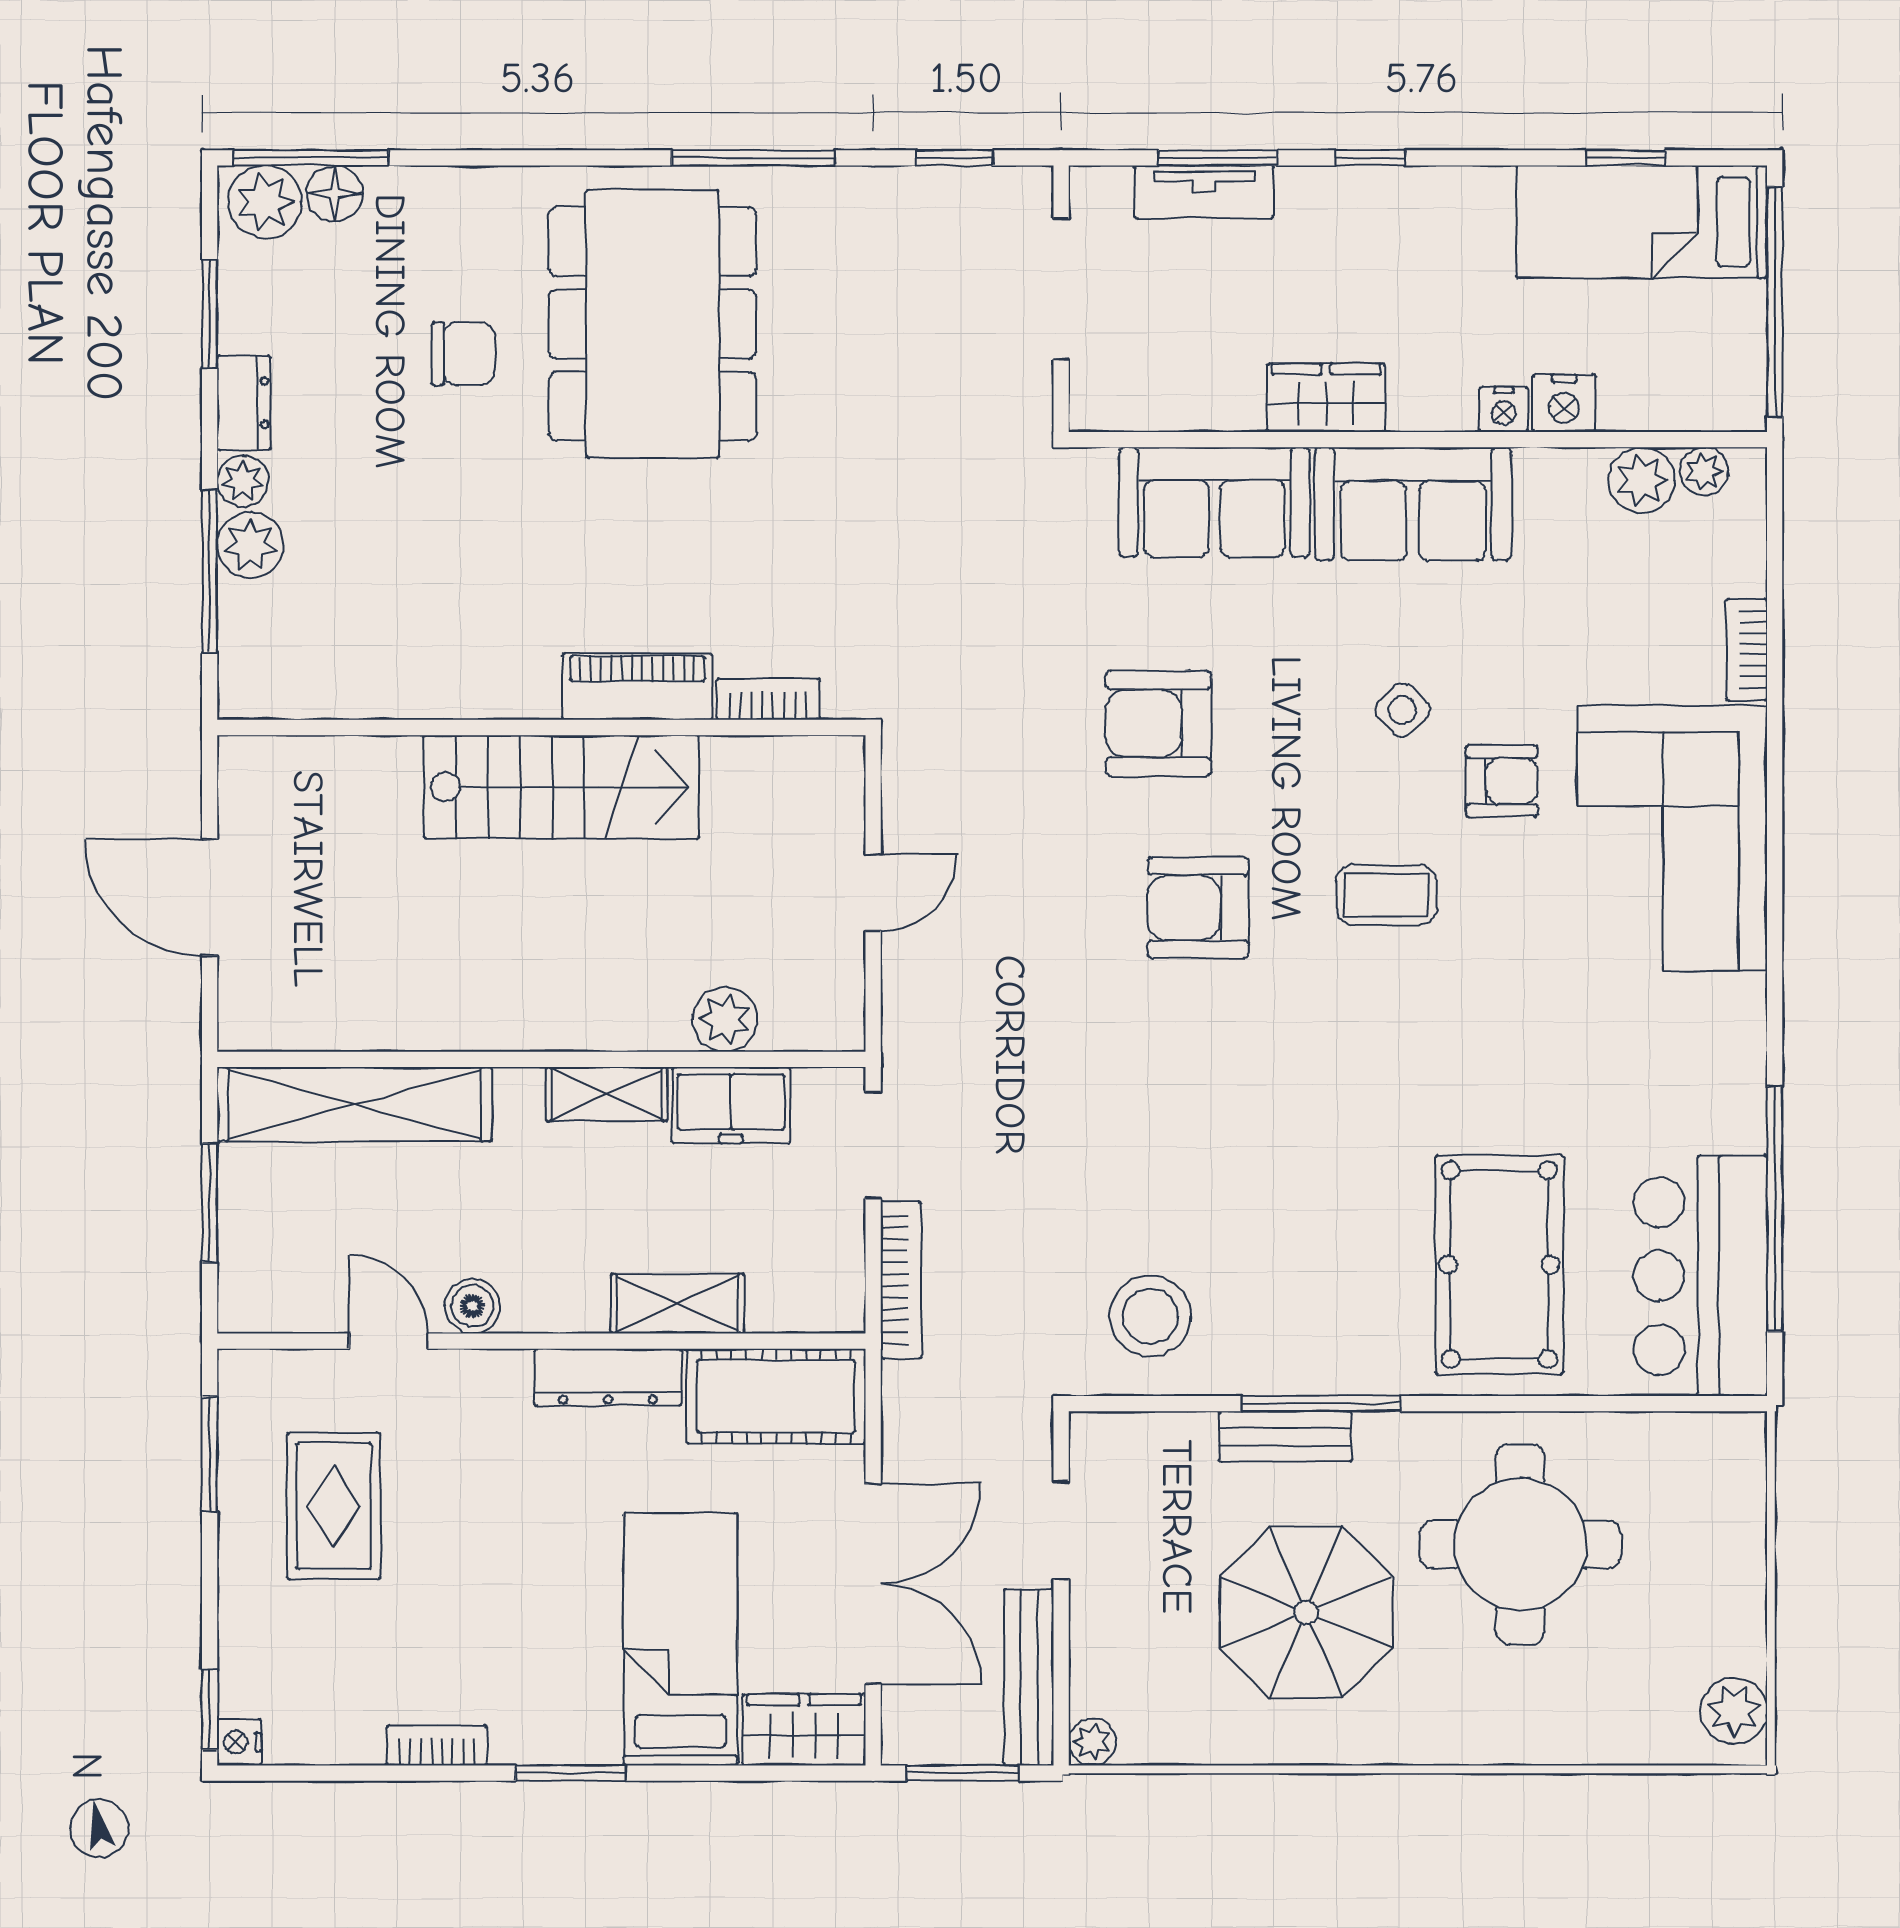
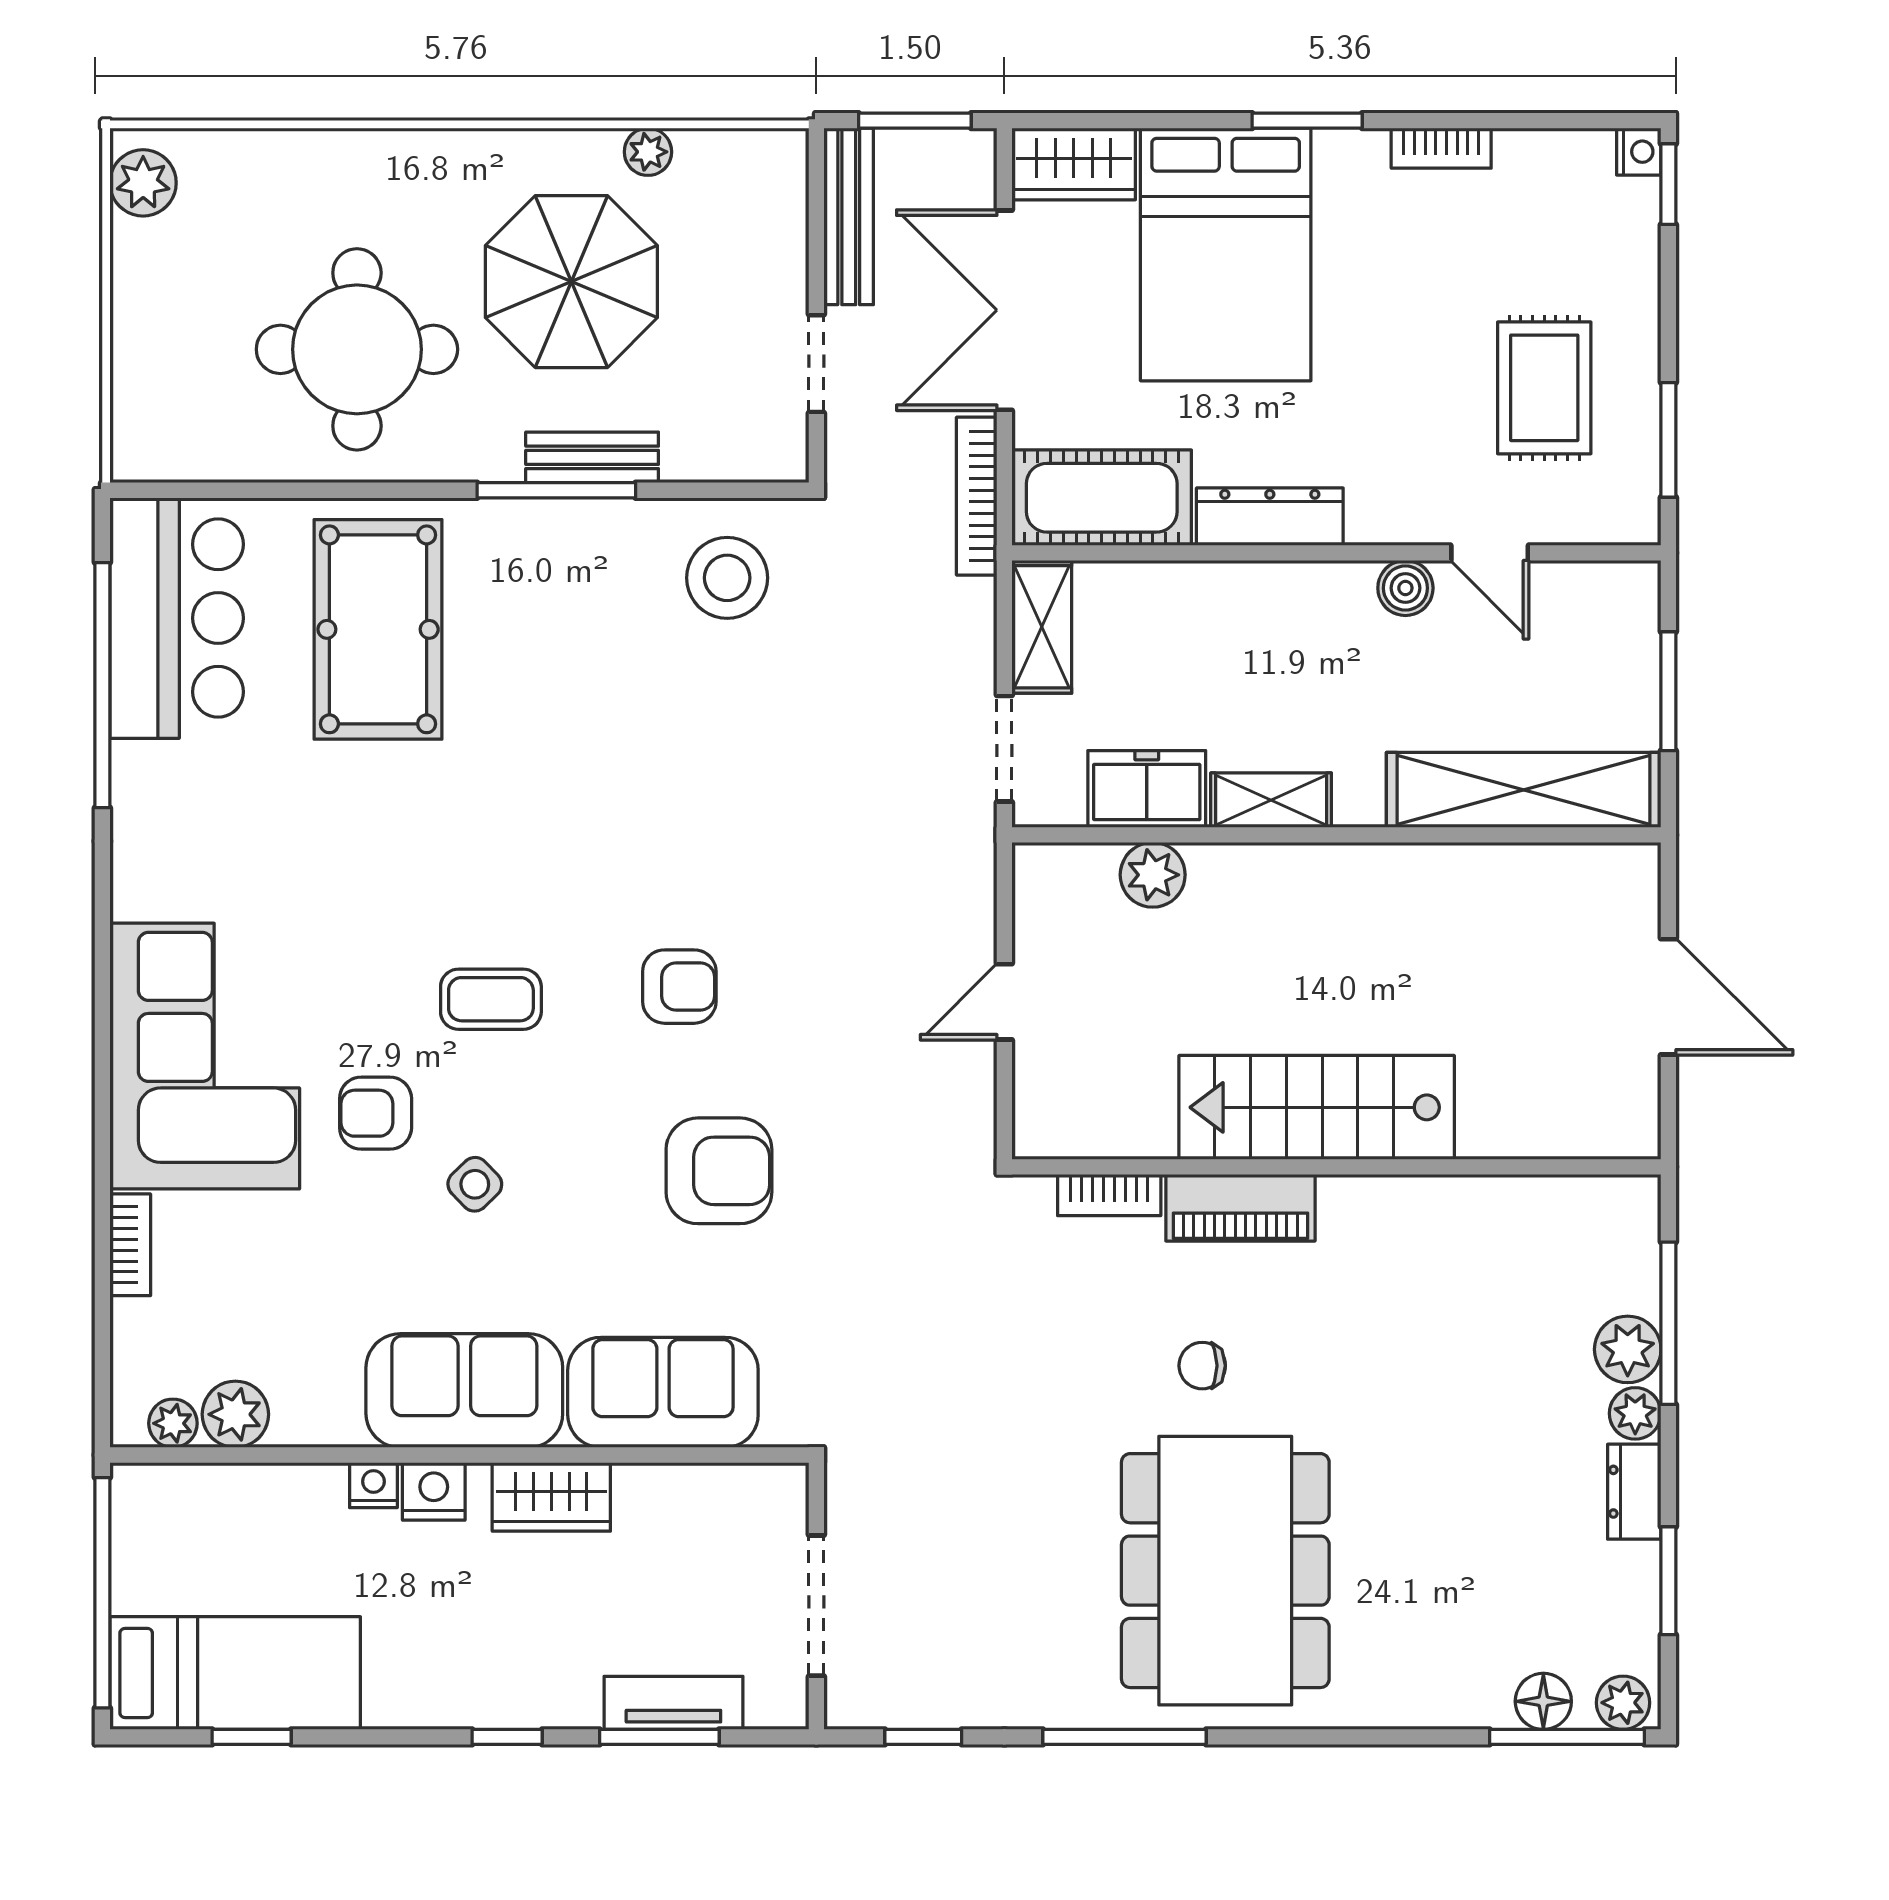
plant: (265, 202) -> (1623, 1703), width x0.73, depth x0.73
chair: (463, 354) -> (1202, 1366), moved, width x0.73, depth x0.73
nightstand: (1564, 403) -> (434, 1491), moved
armchair: (1198, 908) -> (679, 987), width x0.72, depth x0.72
bookcase: (901, 1280) -> (977, 496), moved
shelving: (677, 1304) -> (1042, 627), moved, turned 90
bed: (680, 1639) -> (1226, 255), width x1.50
plant: (1092, 1742) -> (648, 152), moved

